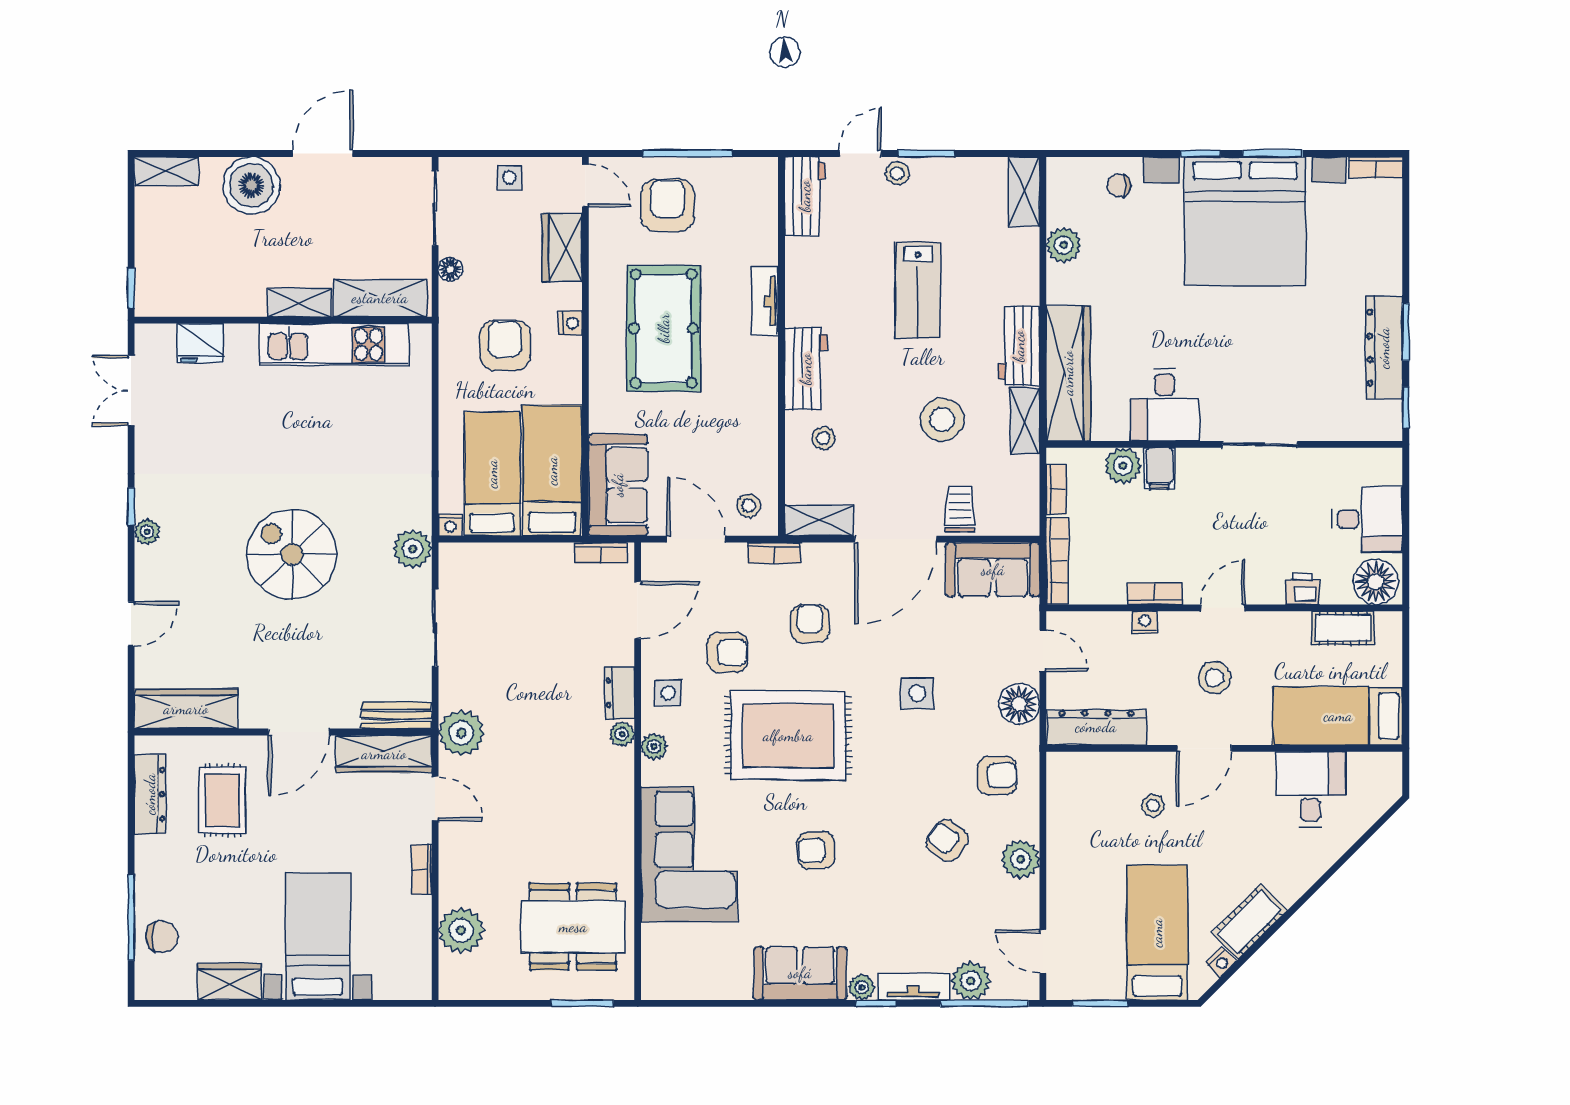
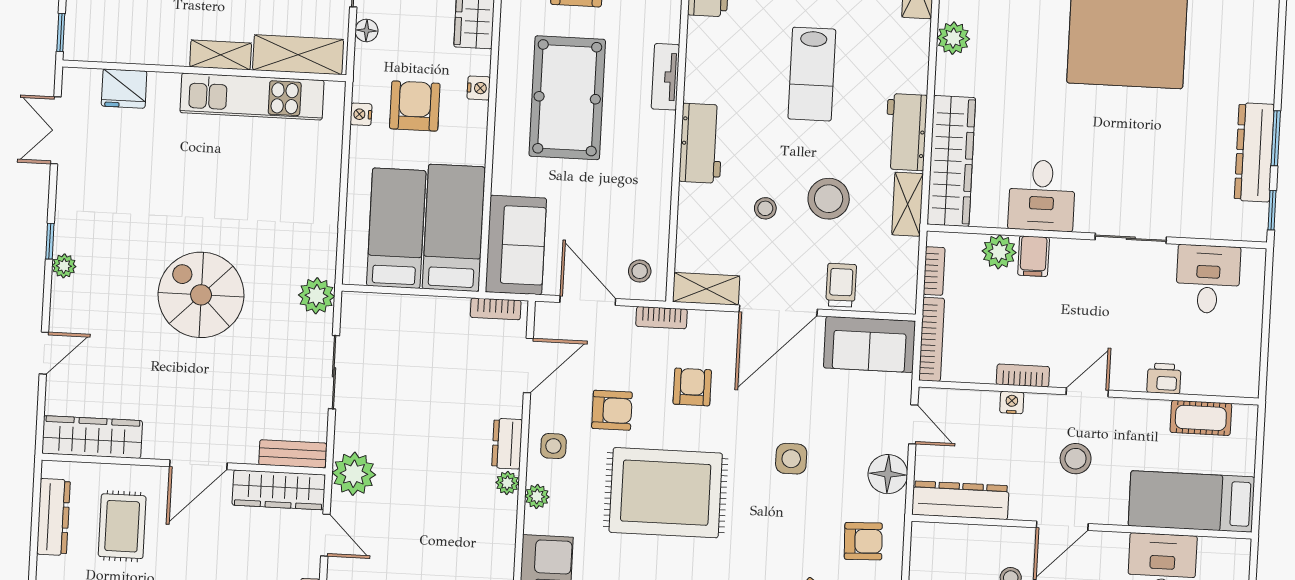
stool: (823, 438) -> (765, 208), moved
desk: (1367, 519) -> (1208, 279), moved, turned -90
nightstand: (450, 525) -> (361, 114), moved, turned 90
floor lamp: (1376, 582) -> (1234, 375), removed

